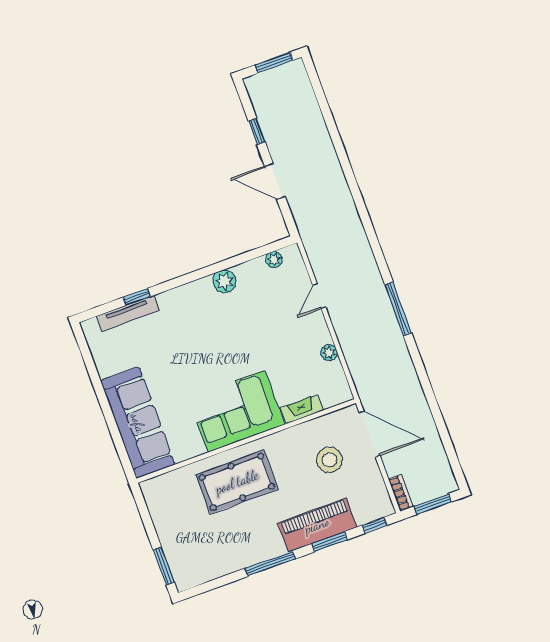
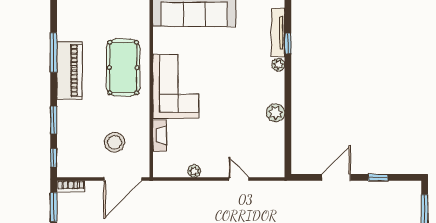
plant: (274, 260) -> (278, 65), moved
piano: (317, 525) -> (69, 71), moved
window: (270, 564) -> (54, 52), moved

